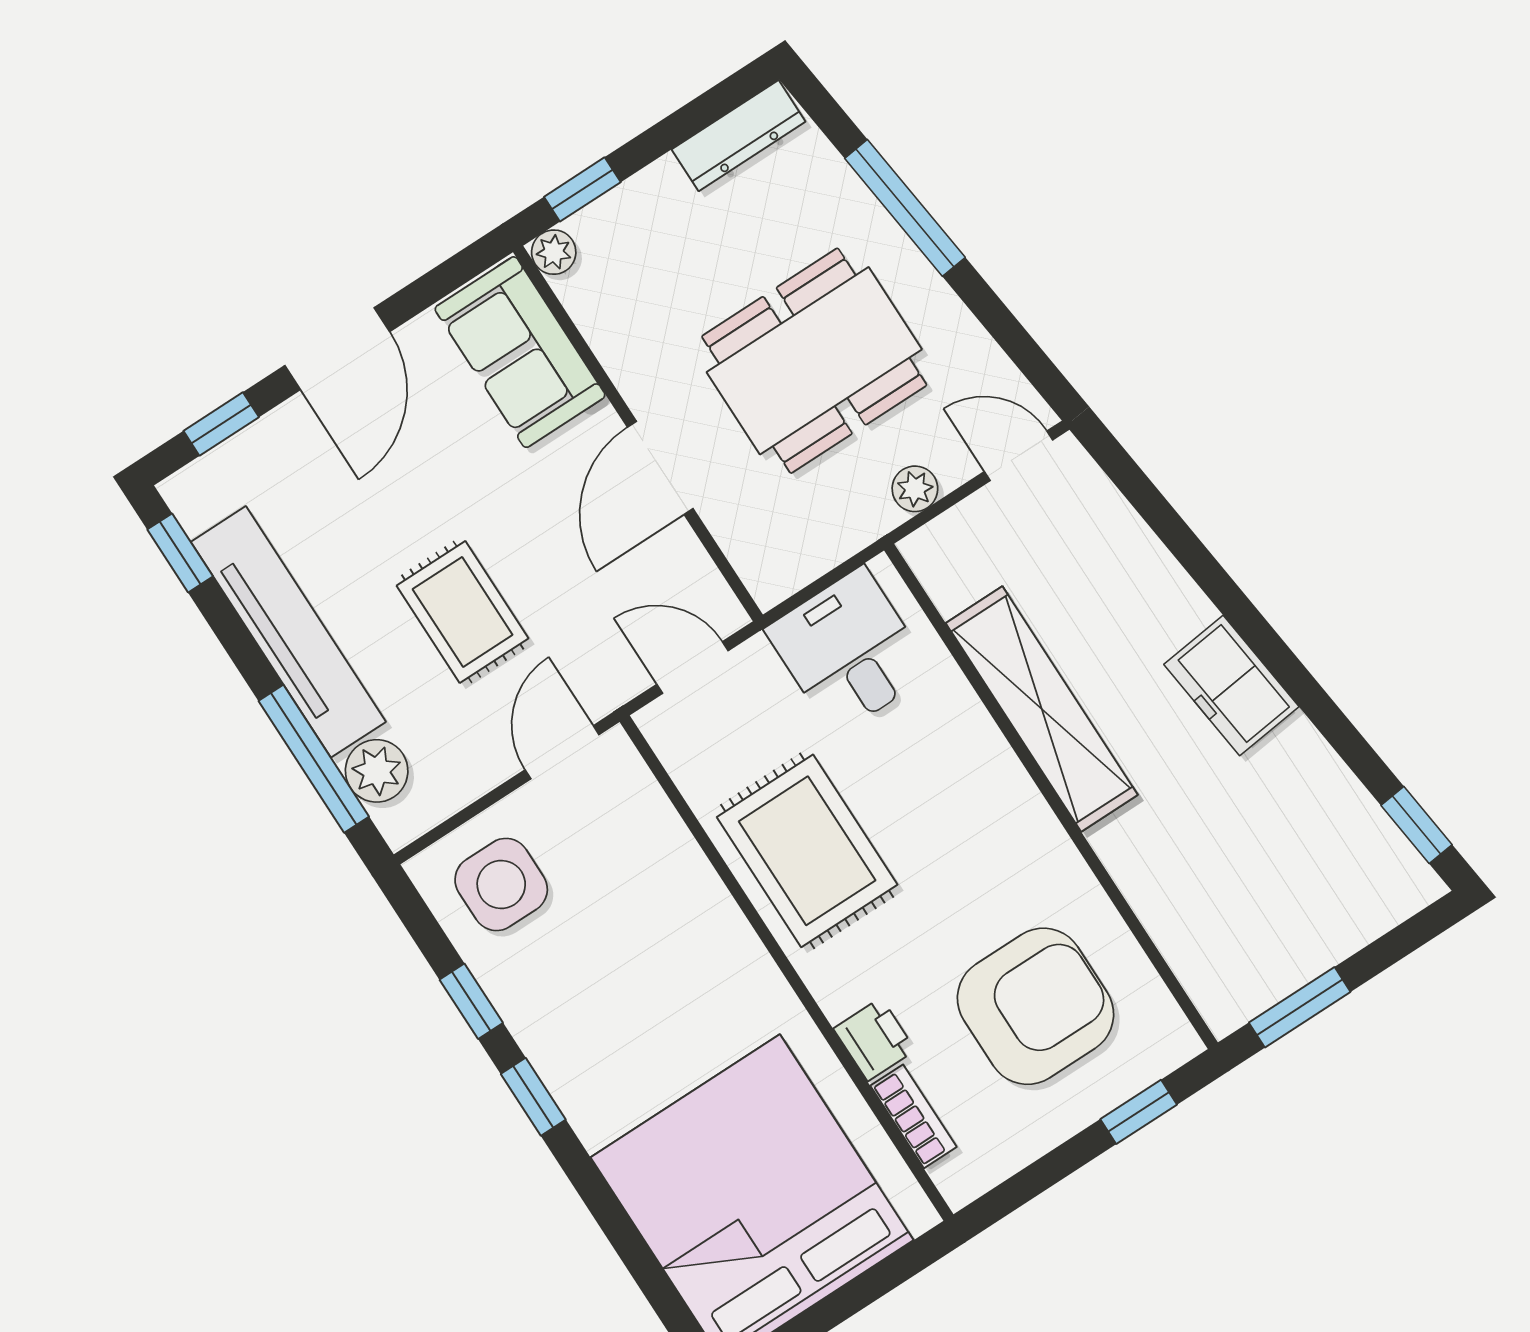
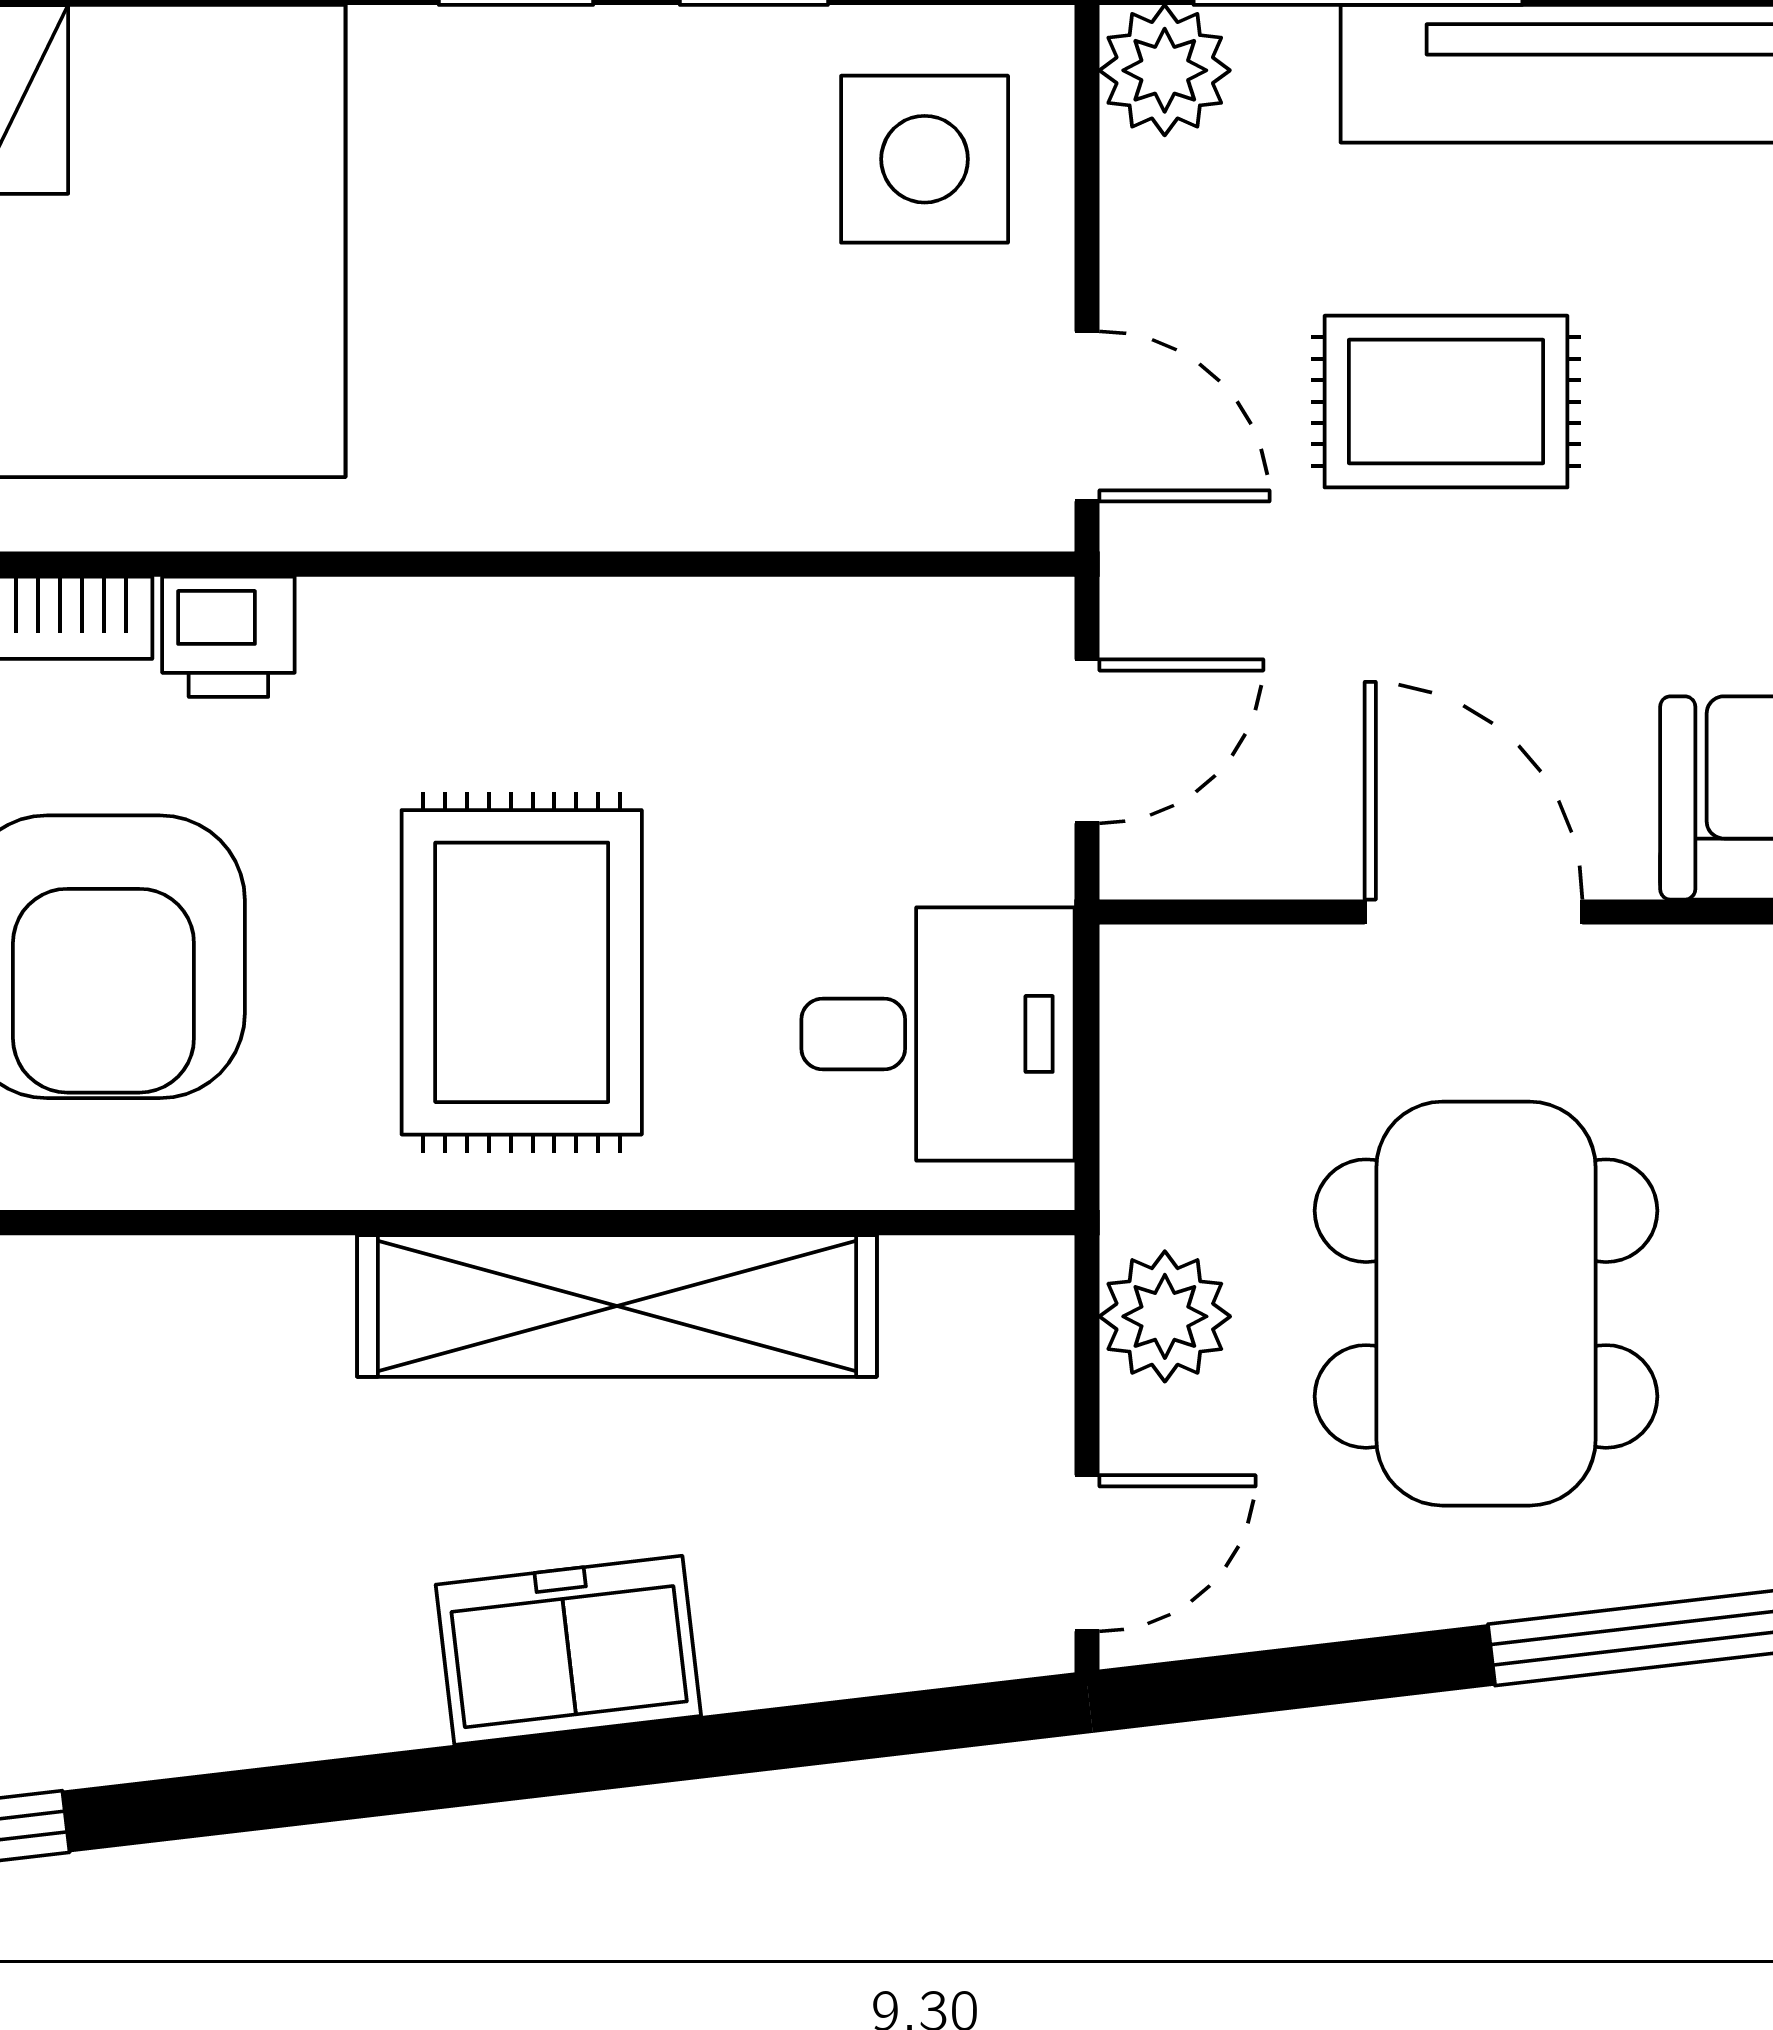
plant: (915, 489) -> (1165, 1316), width x1.38, depth x1.38
freezer: (1231, 685) -> (568, 1650), moved
plant: (377, 771) -> (1165, 70), moved
rug: (807, 851) -> (522, 972), moved, turned 90

